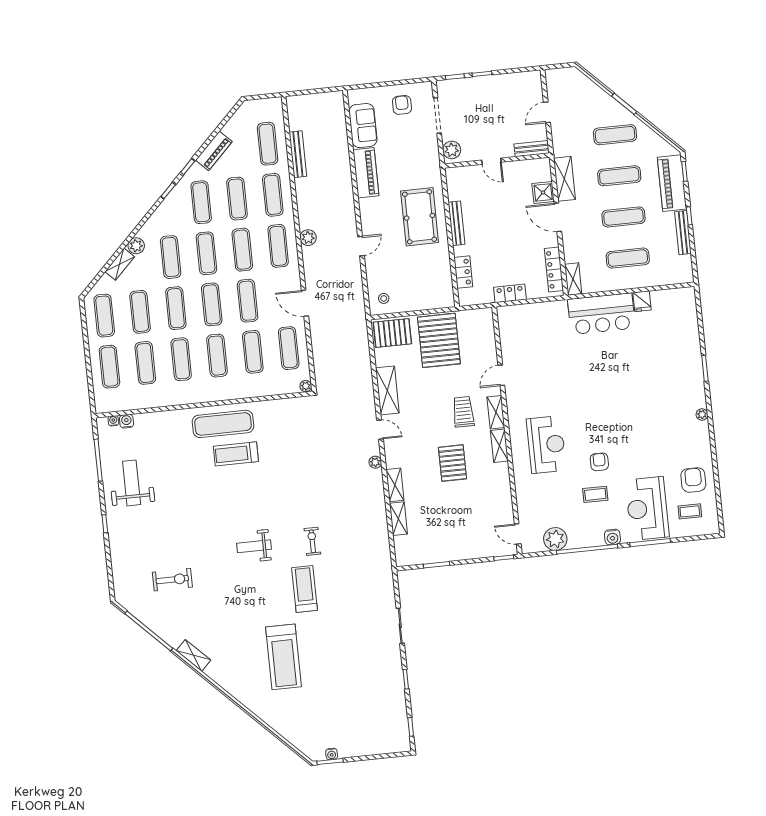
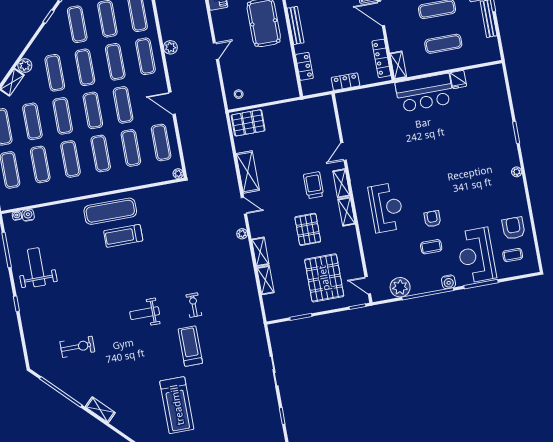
pallet: (439, 340) -> (324, 278), moved

